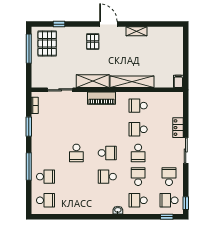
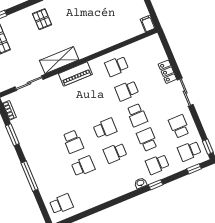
shelving: (132, 82) -> (100, 44), removed
school desk: (46, 177) -> (83, 166), moved
window: (130, 217) -> (156, 185), added

